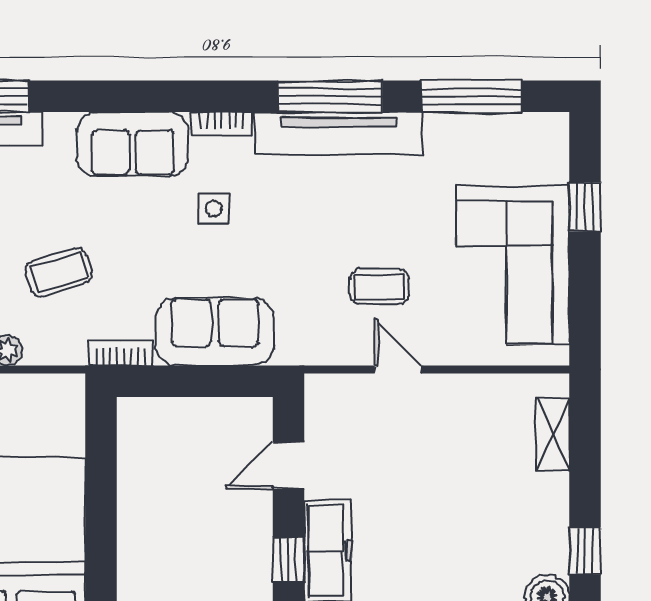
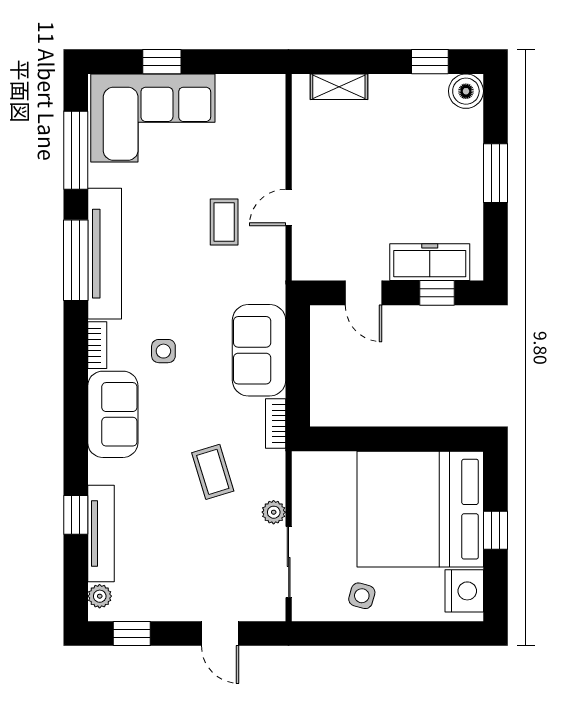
corner sofa: (513, 265) -> (153, 118), moved

